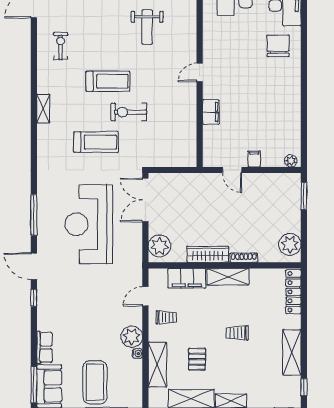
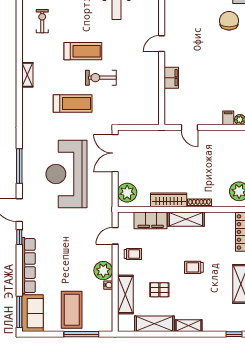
filing cabinet: (254, 159) -> (228, 118), moved
row of seats: (45, 347) -> (28, 266), width x2.02
pallet: (197, 359) -> (159, 290), turned 90

